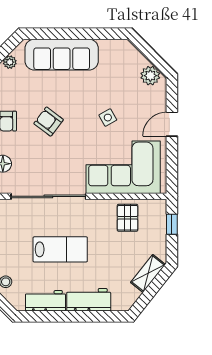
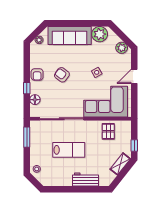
plant: (113, 52) -> (100, 34), added
window: (172, 224) -> (134, 146), moved
workbench: (45, 301) -> (60, 180), removed

